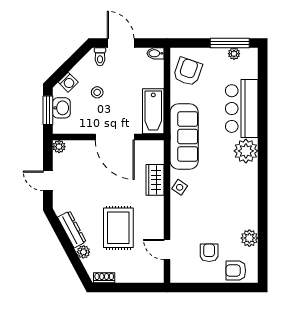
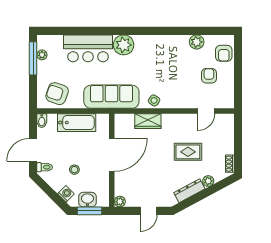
bathtub: (153, 111) -> (77, 123), moved
rug: (118, 228) -> (188, 152), width x0.73, depth x0.70
armchair: (209, 253) -> (209, 76), turned 90

